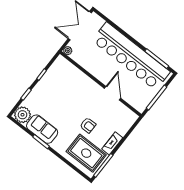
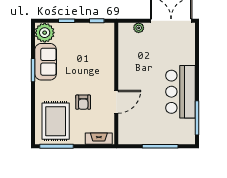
bar counter: (131, 56) -> (180, 92), width x0.54
wall: (101, 84) -> (116, 84), moved
door: (113, 93) -> (116, 102), moved
fireplace: (112, 143) -> (99, 139), moved

